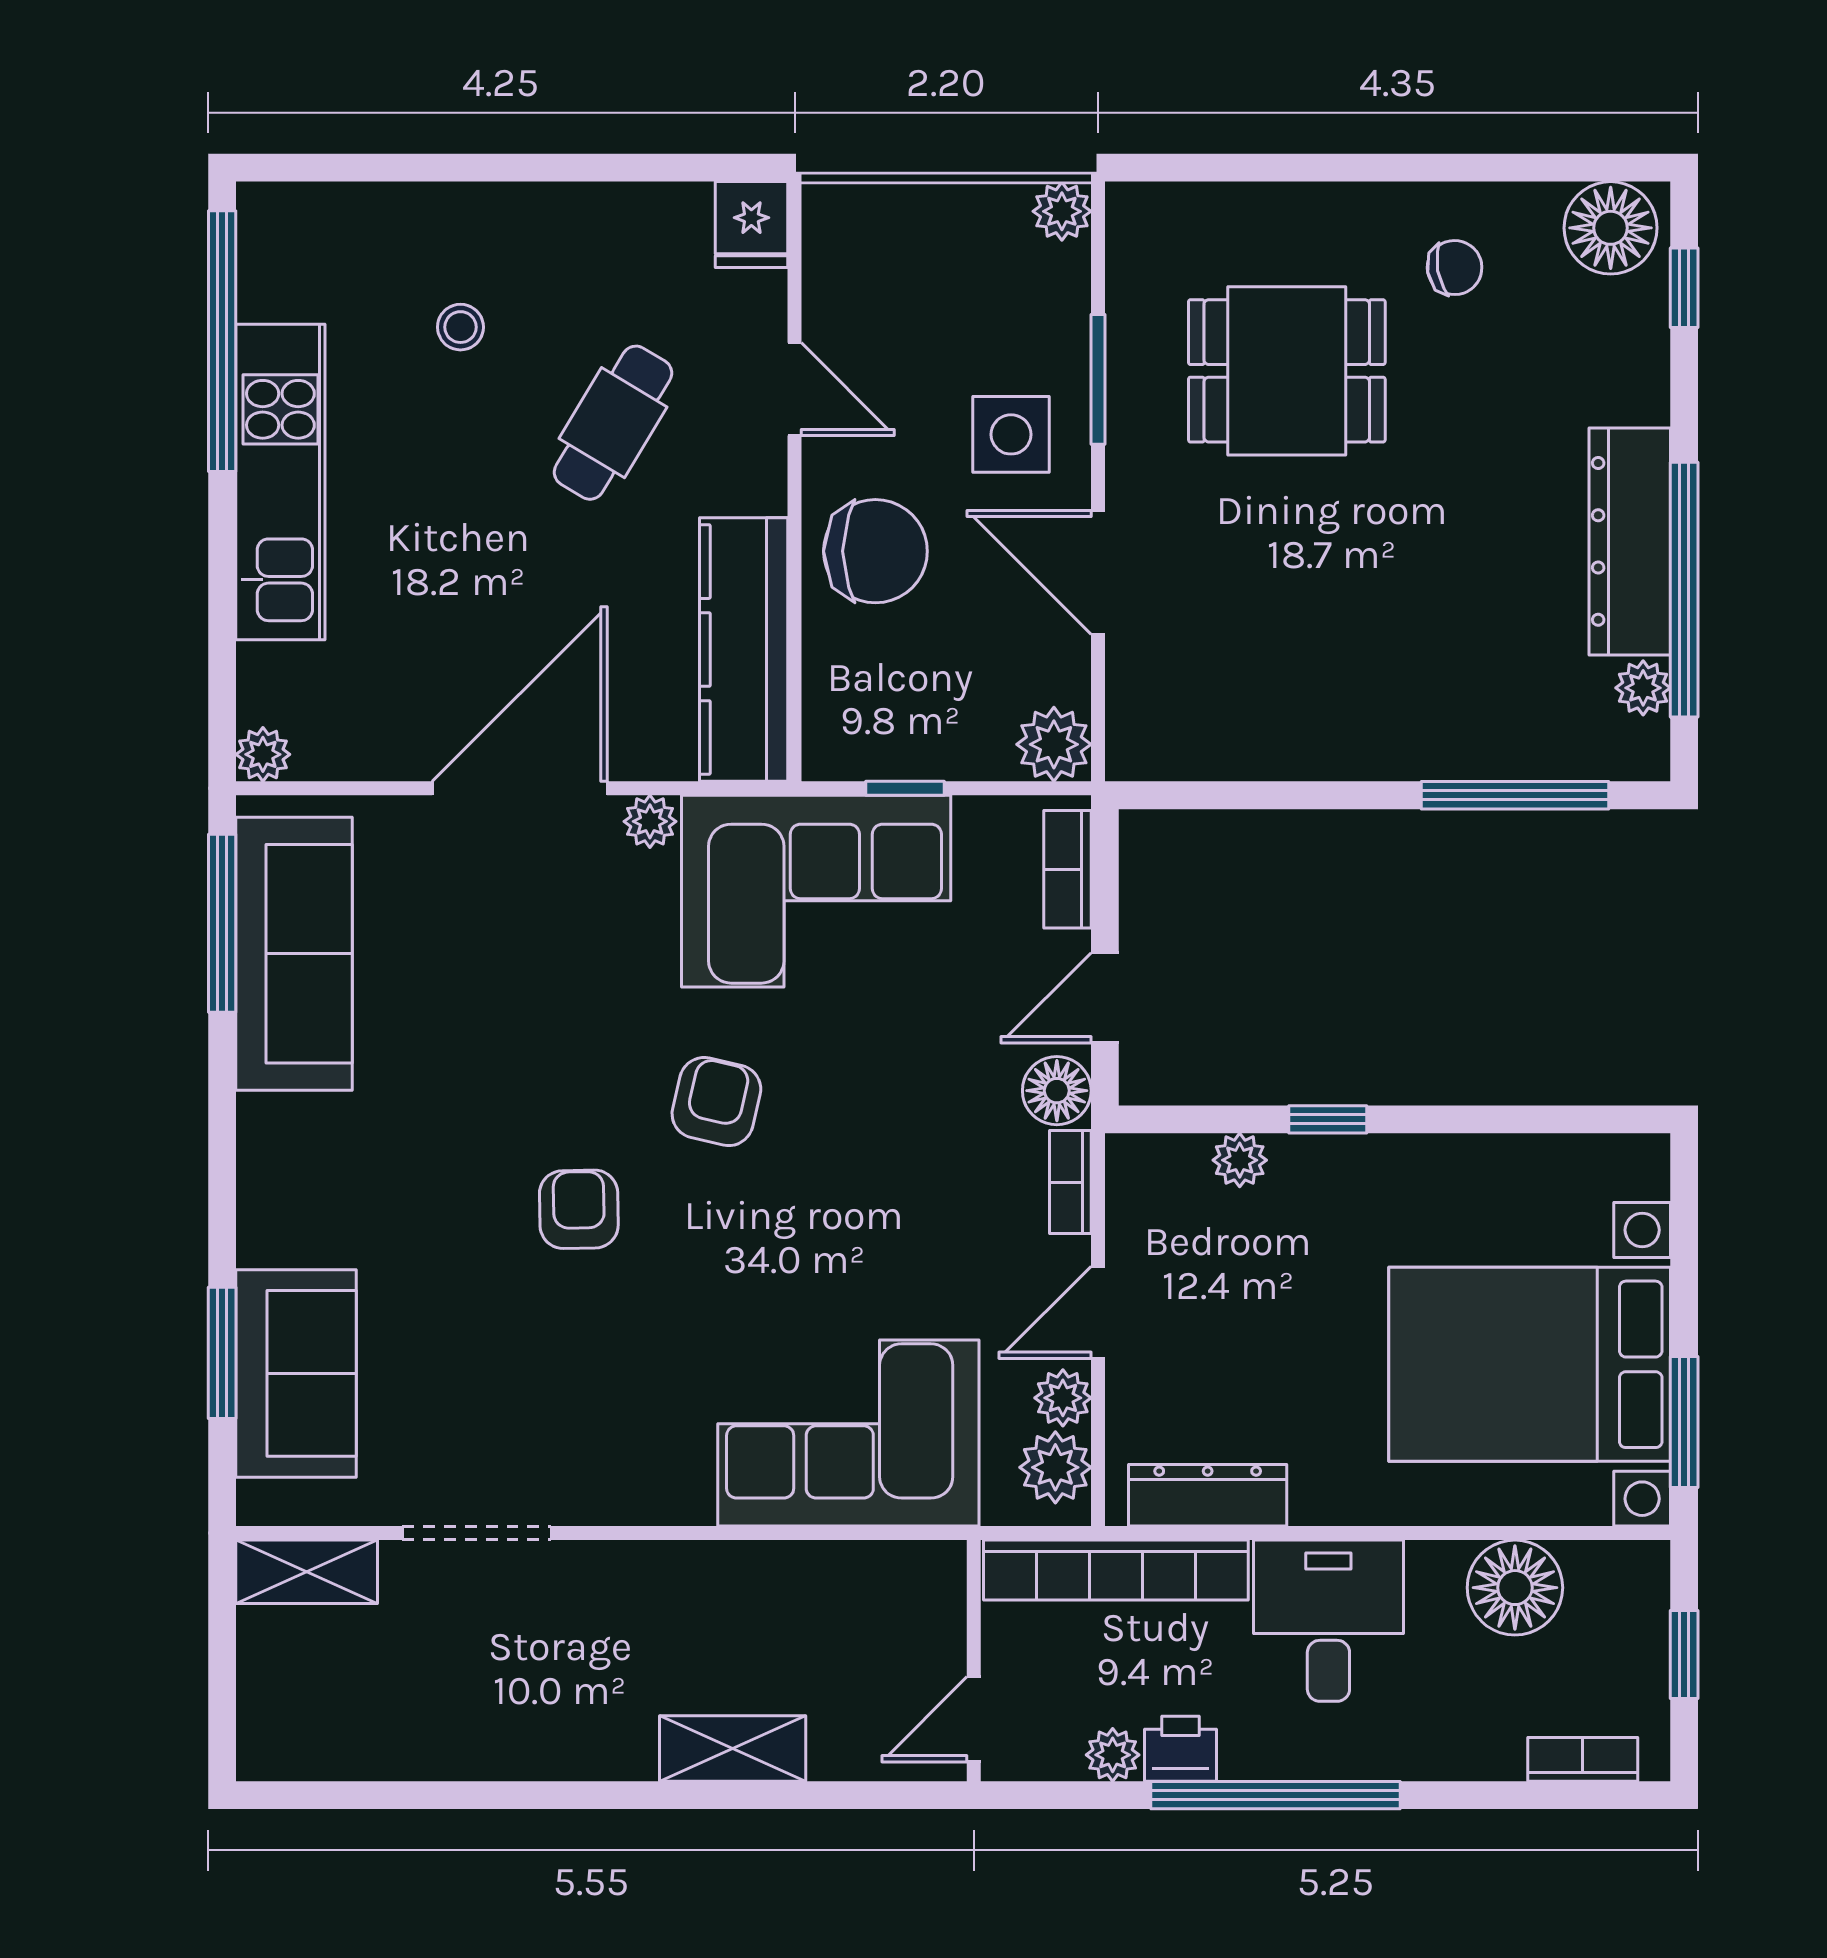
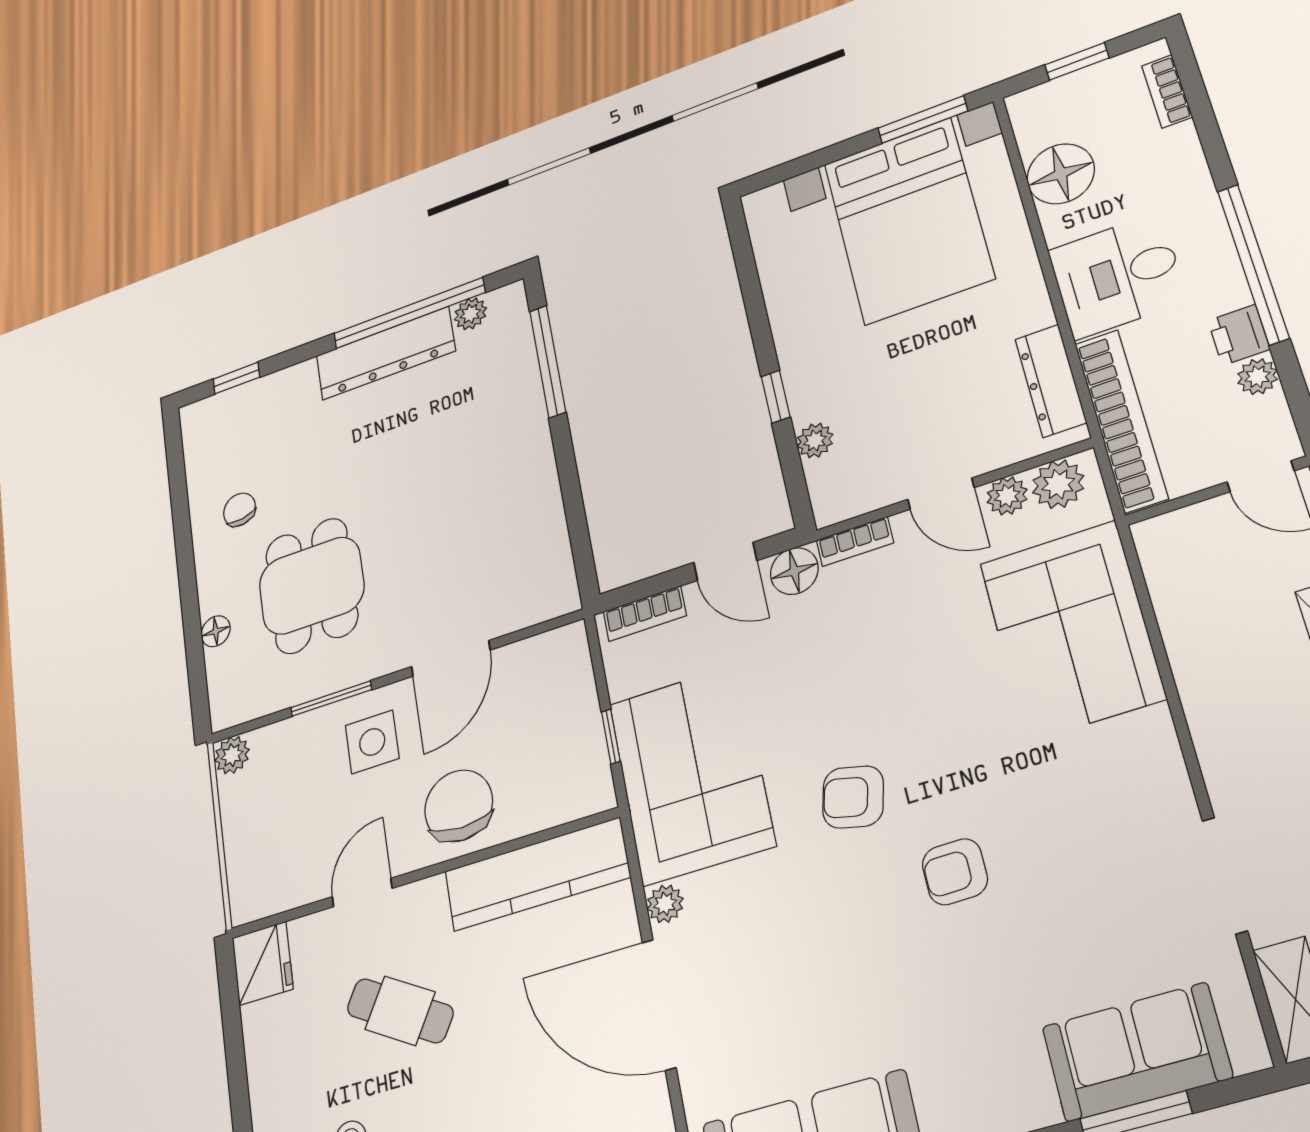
fridge: (751, 225) -> (263, 963), width x1.38
floor lamp: (1611, 228) -> (216, 631), moved, width x0.53, depth x0.53
plant: (1054, 744) -> (565, 650), removed

